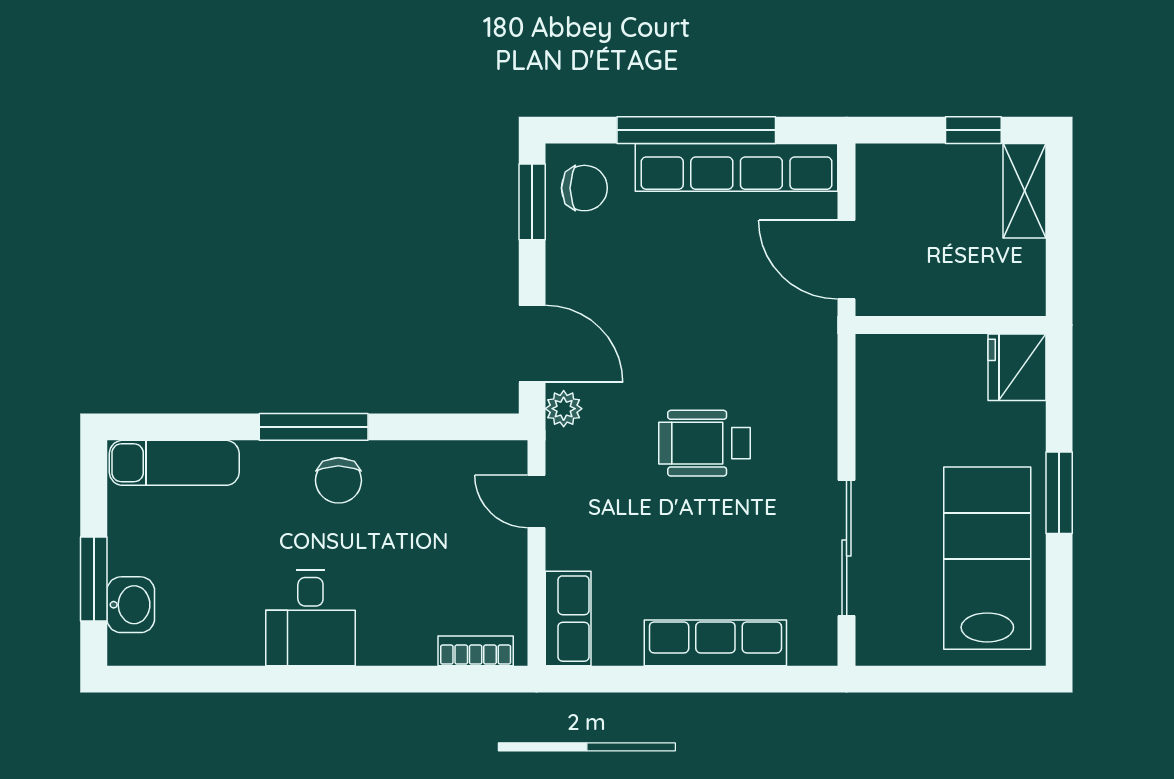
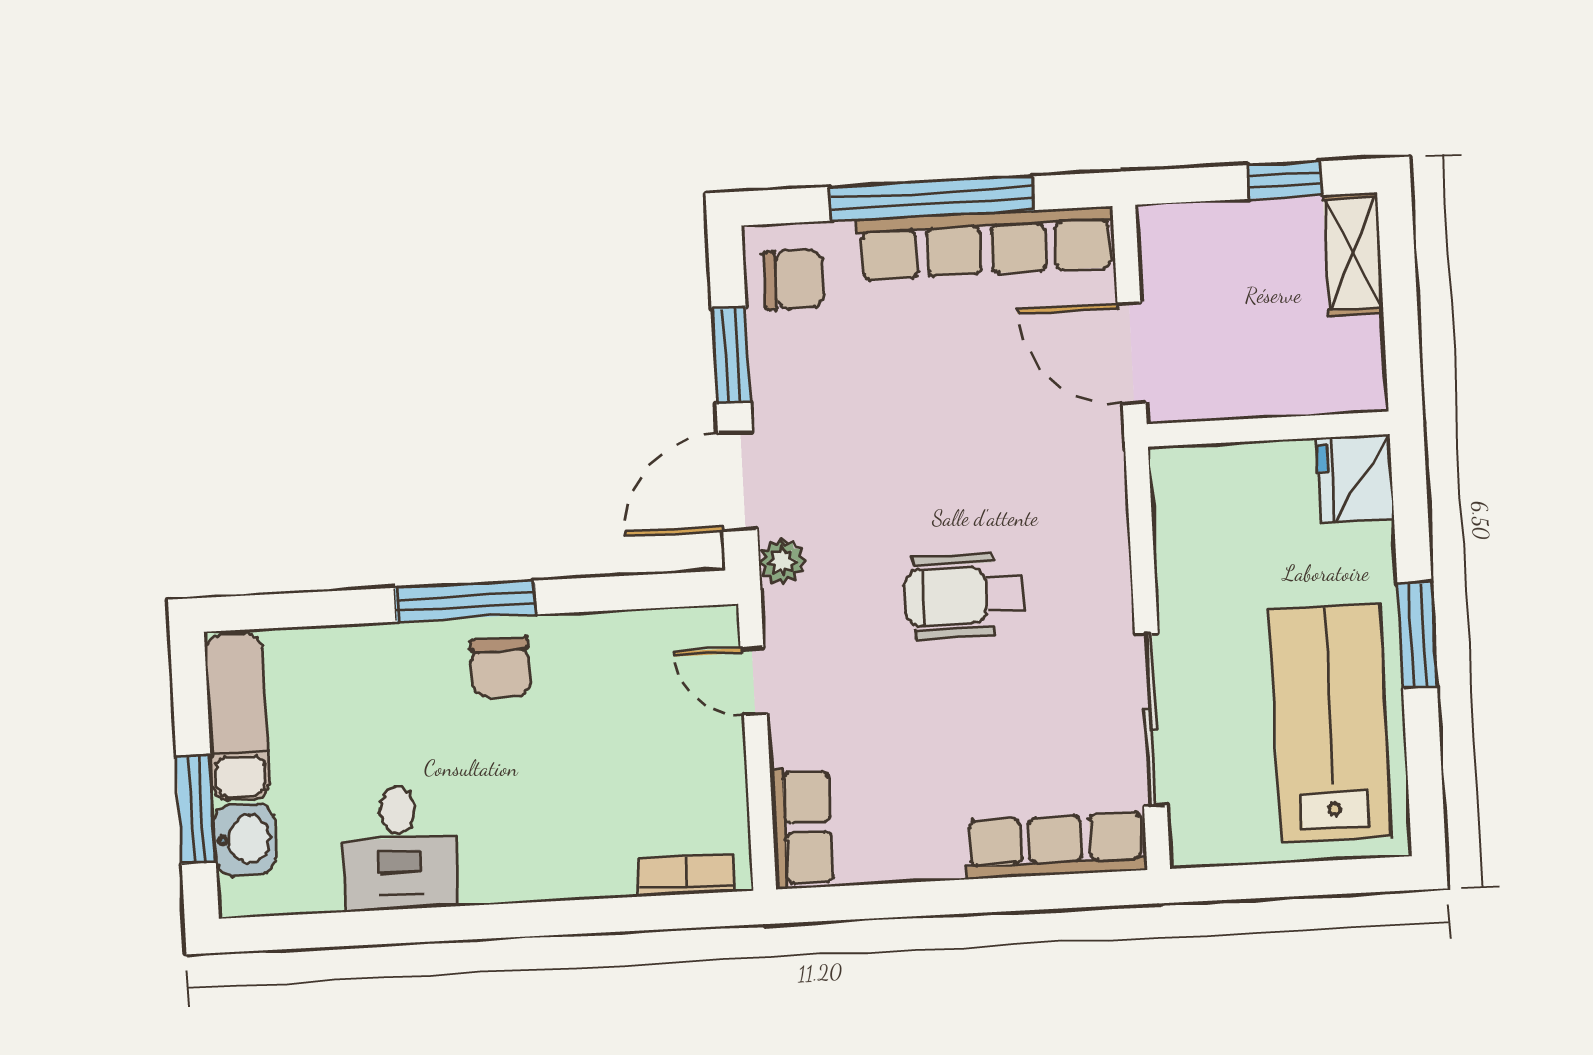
window: (532, 202) -> (731, 355), moved
door: (532, 344) -> (738, 481), swing flipped
exam couch: (174, 463) -> (237, 717), moved, turned -90
desk: (310, 618) -> (399, 848), moved
row of seats: (715, 643) -> (1056, 846), moved

